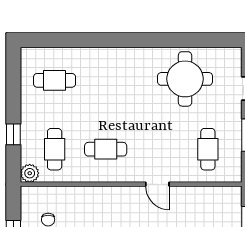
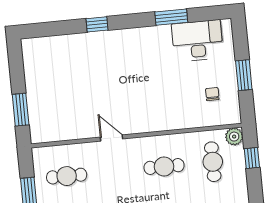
window: (13, 134) -> (252, 158), moved
cafe table: (208, 149) -> (67, 176), turned 90

